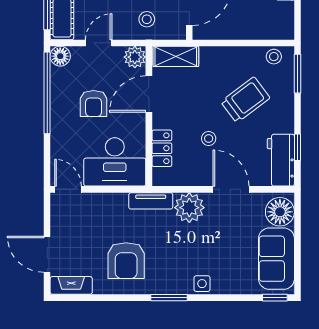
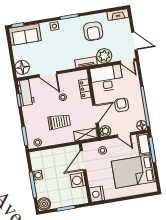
door: (99, 43) -> (124, 135), hinge flipped
trolley: (245, 100) -> (59, 122), moved, turned -143
plant: (189, 208) -> (104, 56), moved
door: (47, 254) -> (134, 41), moved
sofa: (276, 259) -> (25, 34), moved, turned 90
armchair: (126, 261) -> (93, 31), turned 180

